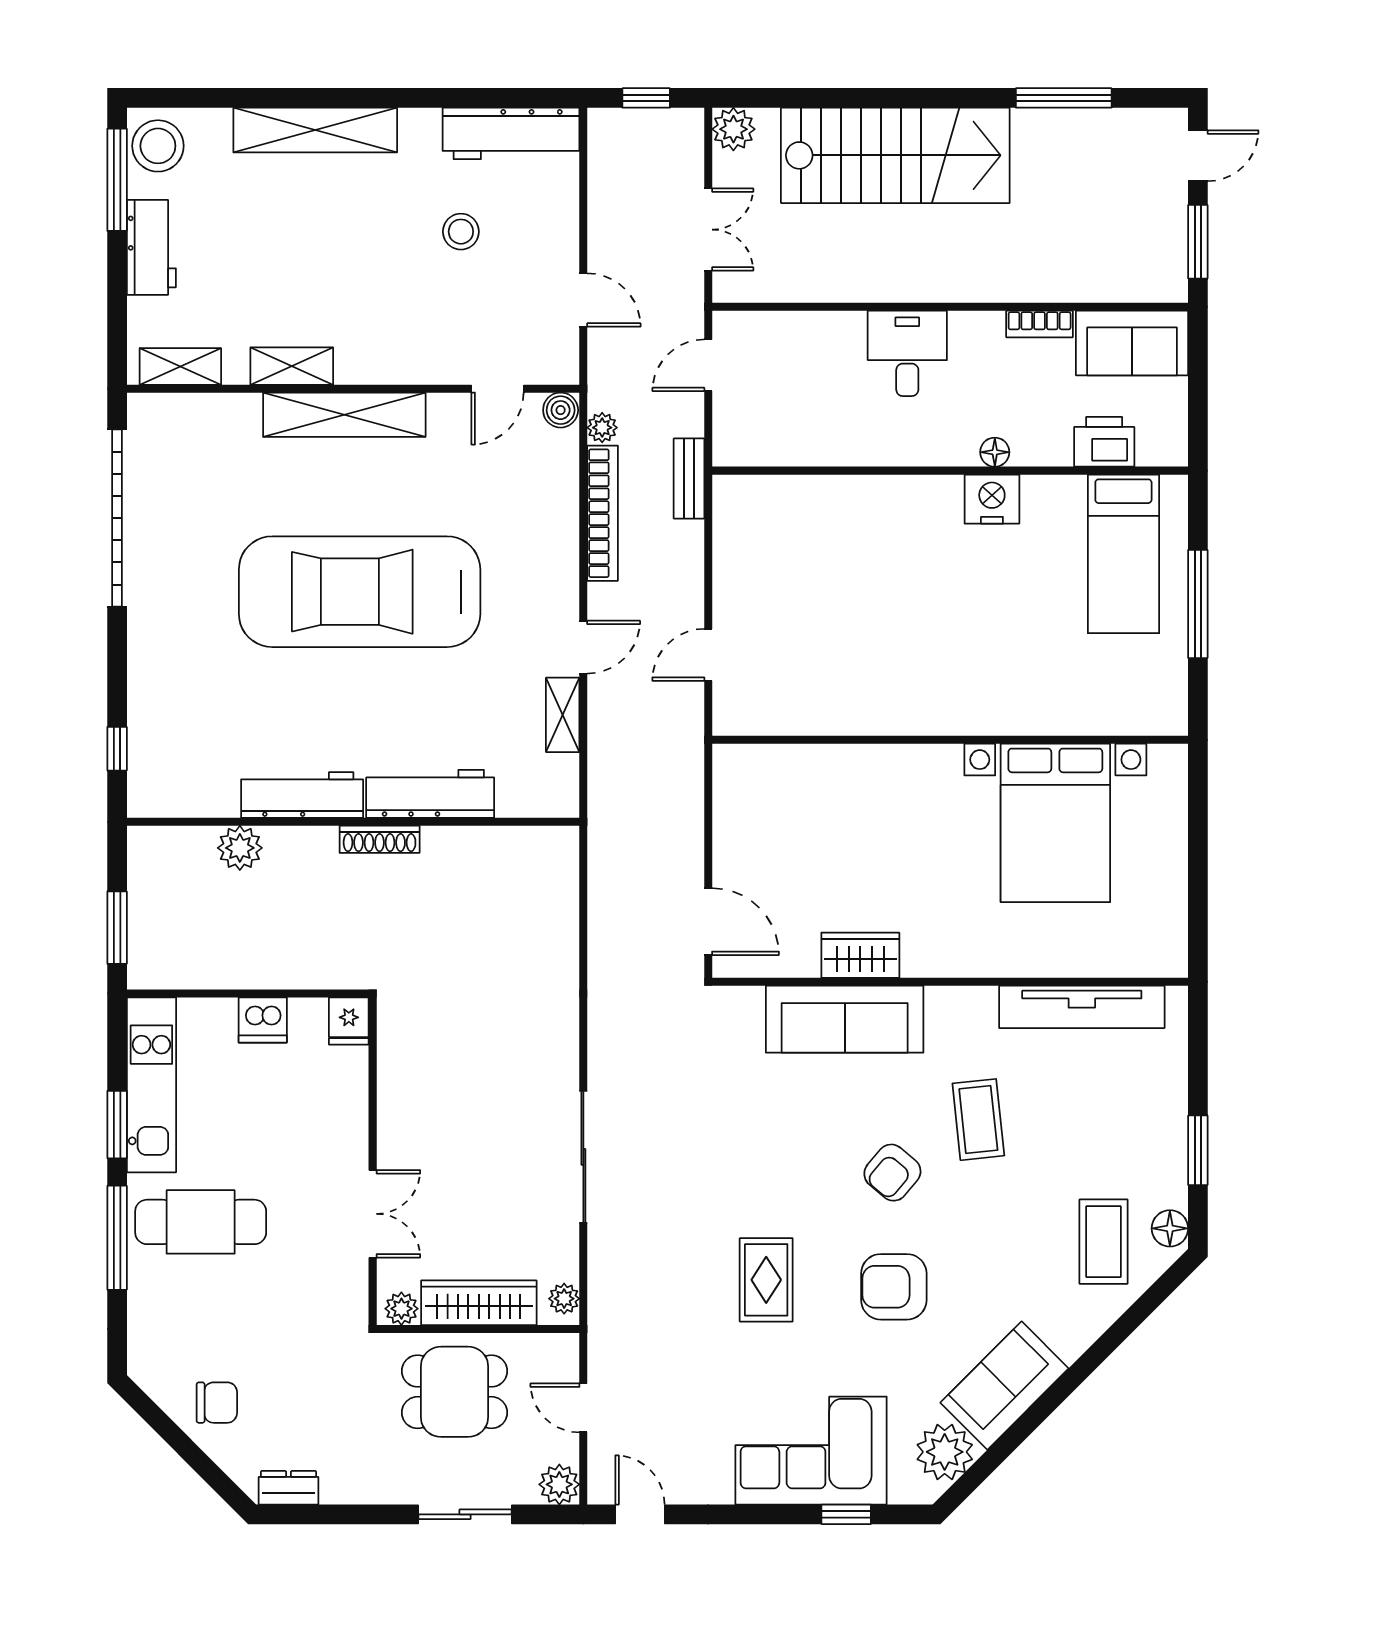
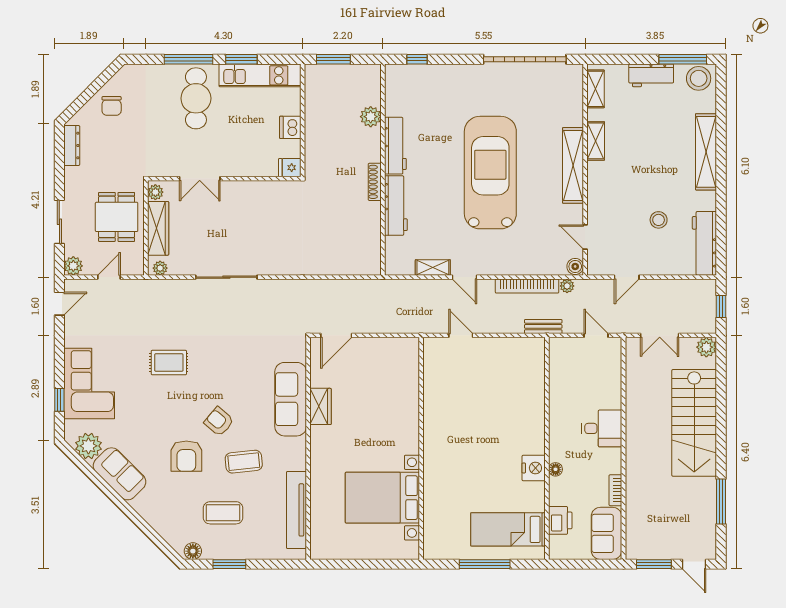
coffee table: (1104, 1242) -> (223, 513), moved
armchair: (894, 1287) -> (186, 456), moved, turned 180
dresser: (288, 1488) -> (72, 145), width x1.44

